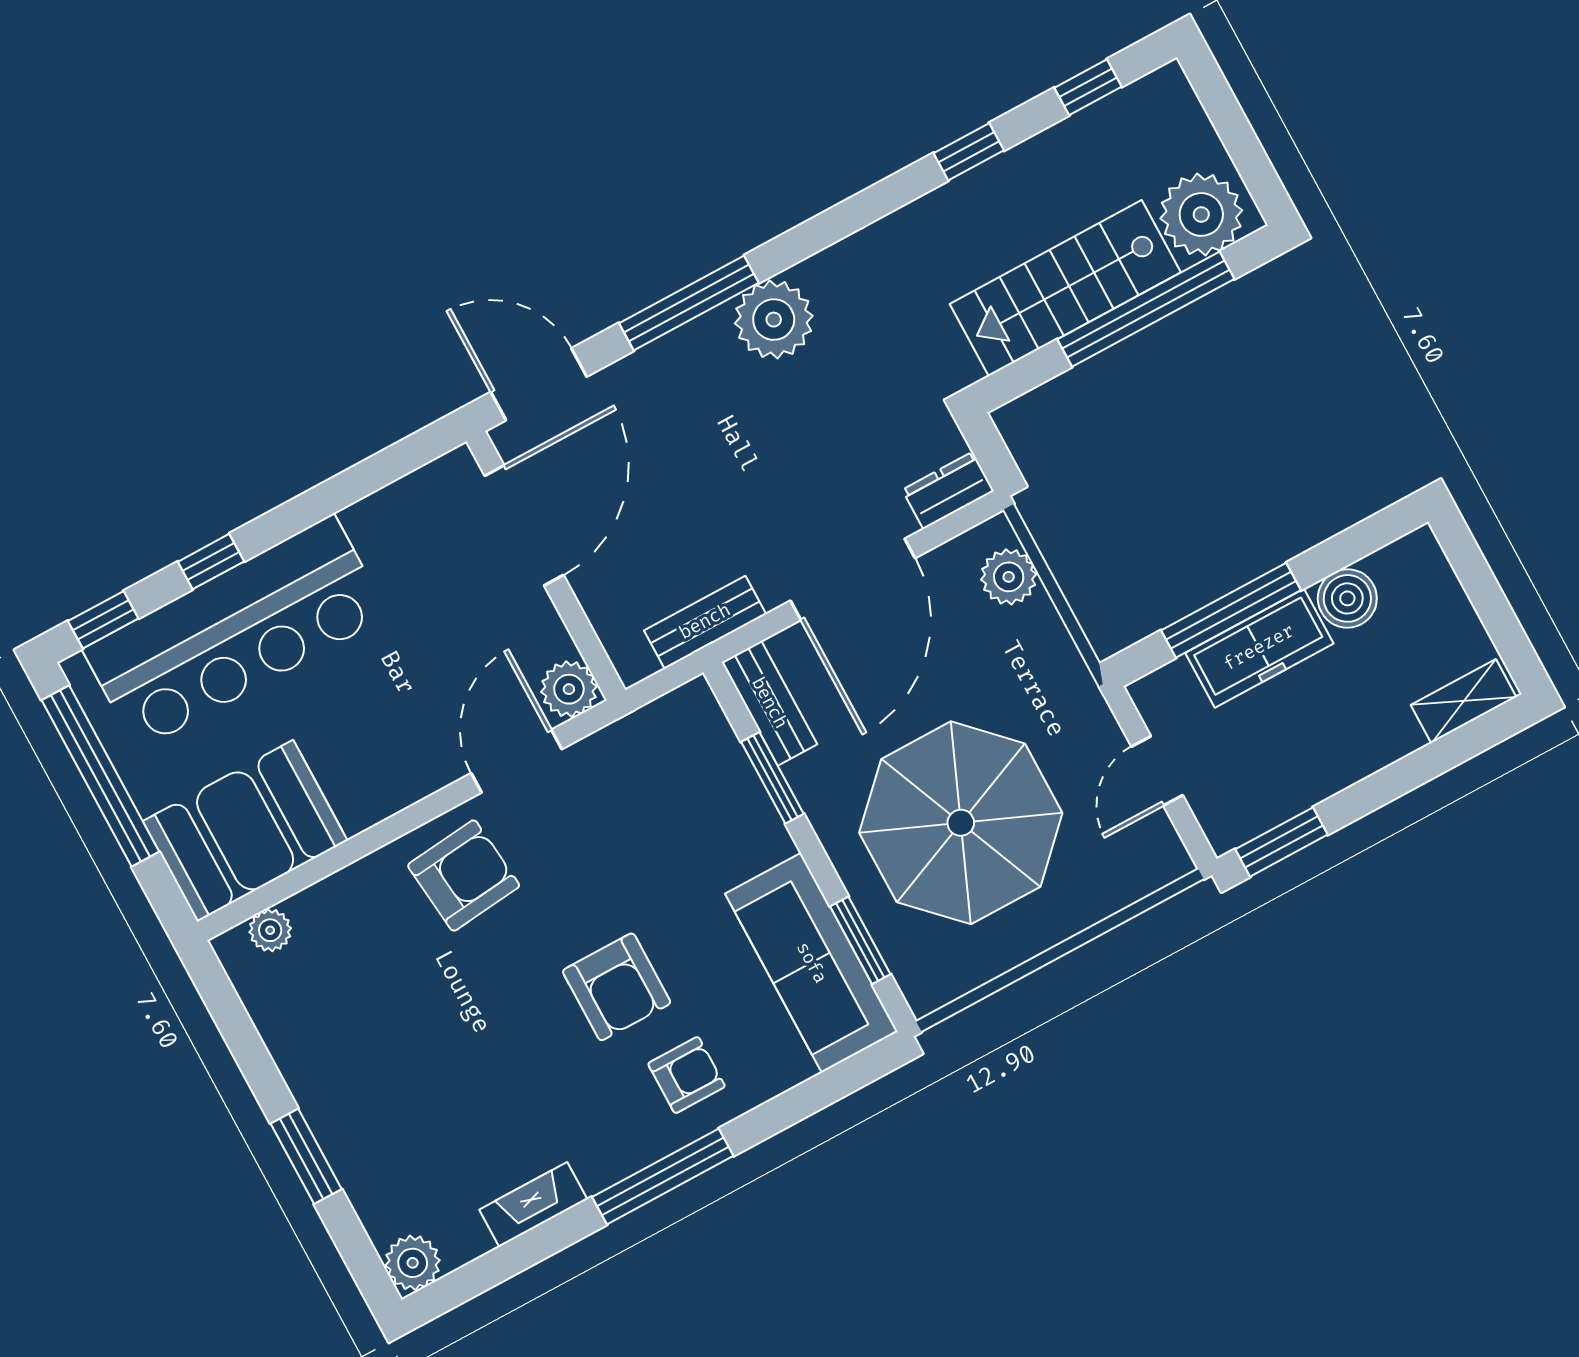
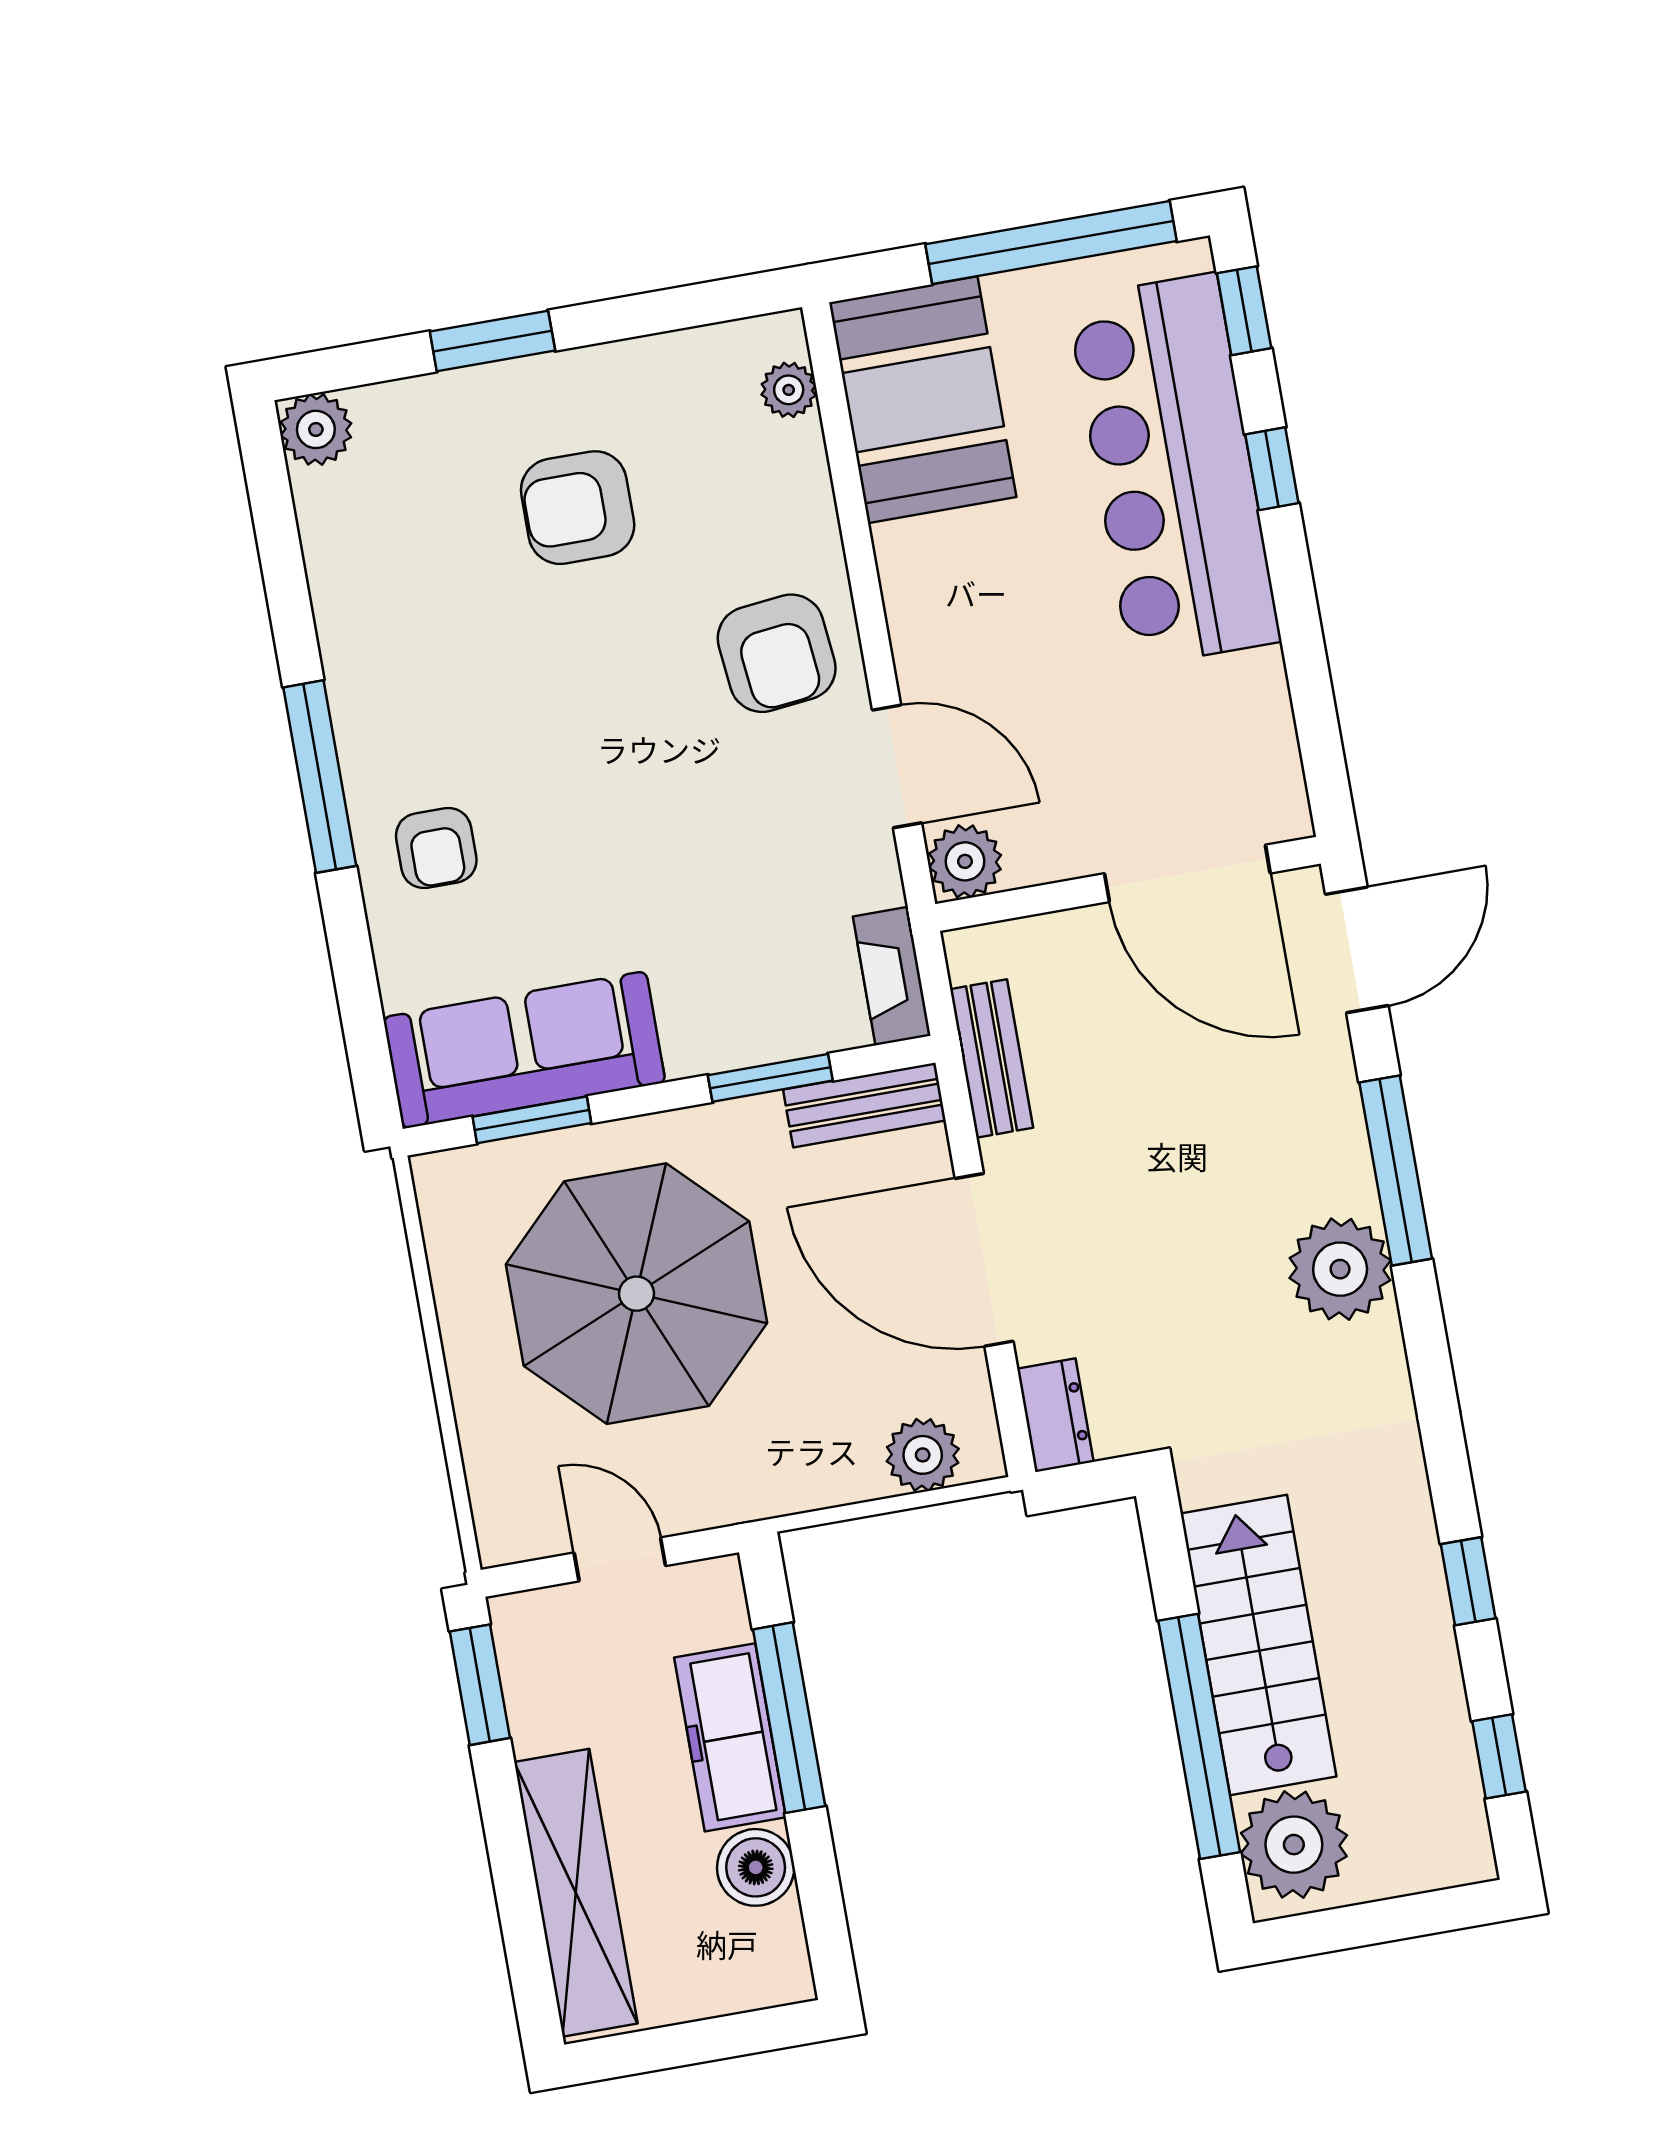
shelving: (1464, 701) -> (576, 1893), width x2.20, depth x1.33
armchair: (617, 987) -> (578, 508), moved
fireplace: (533, 1205) -> (892, 976), moved, turned 180

